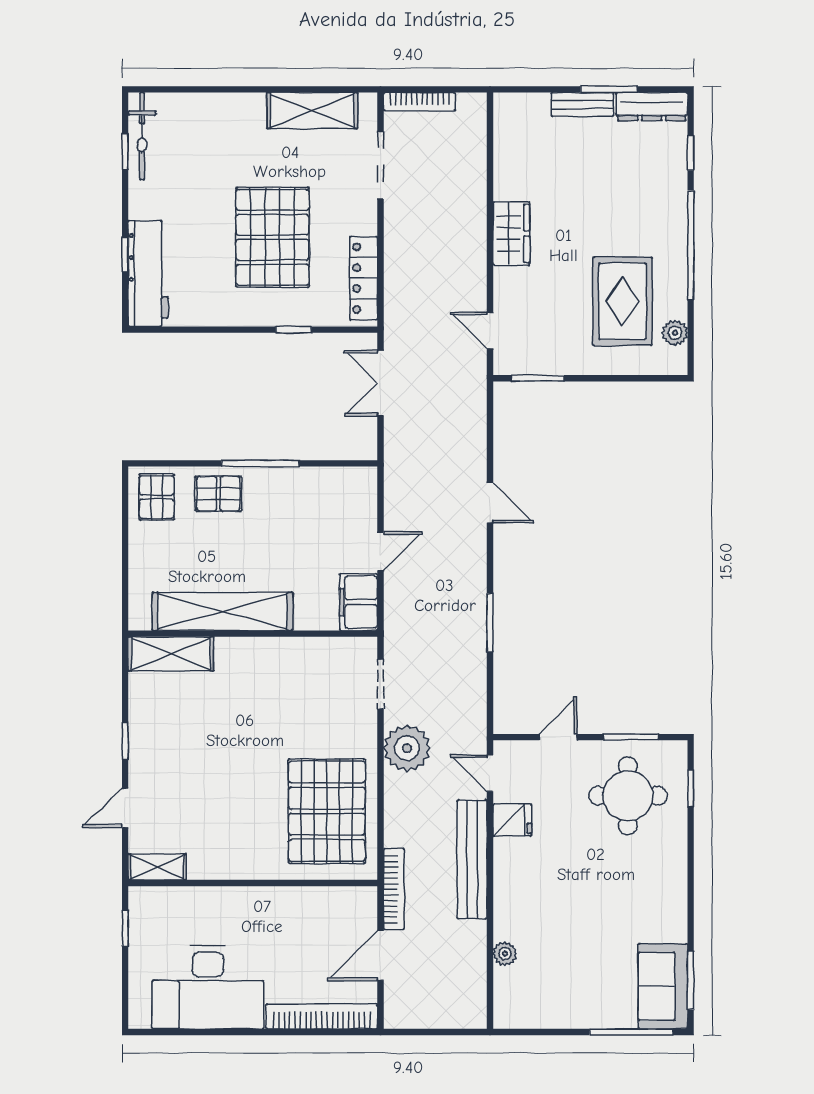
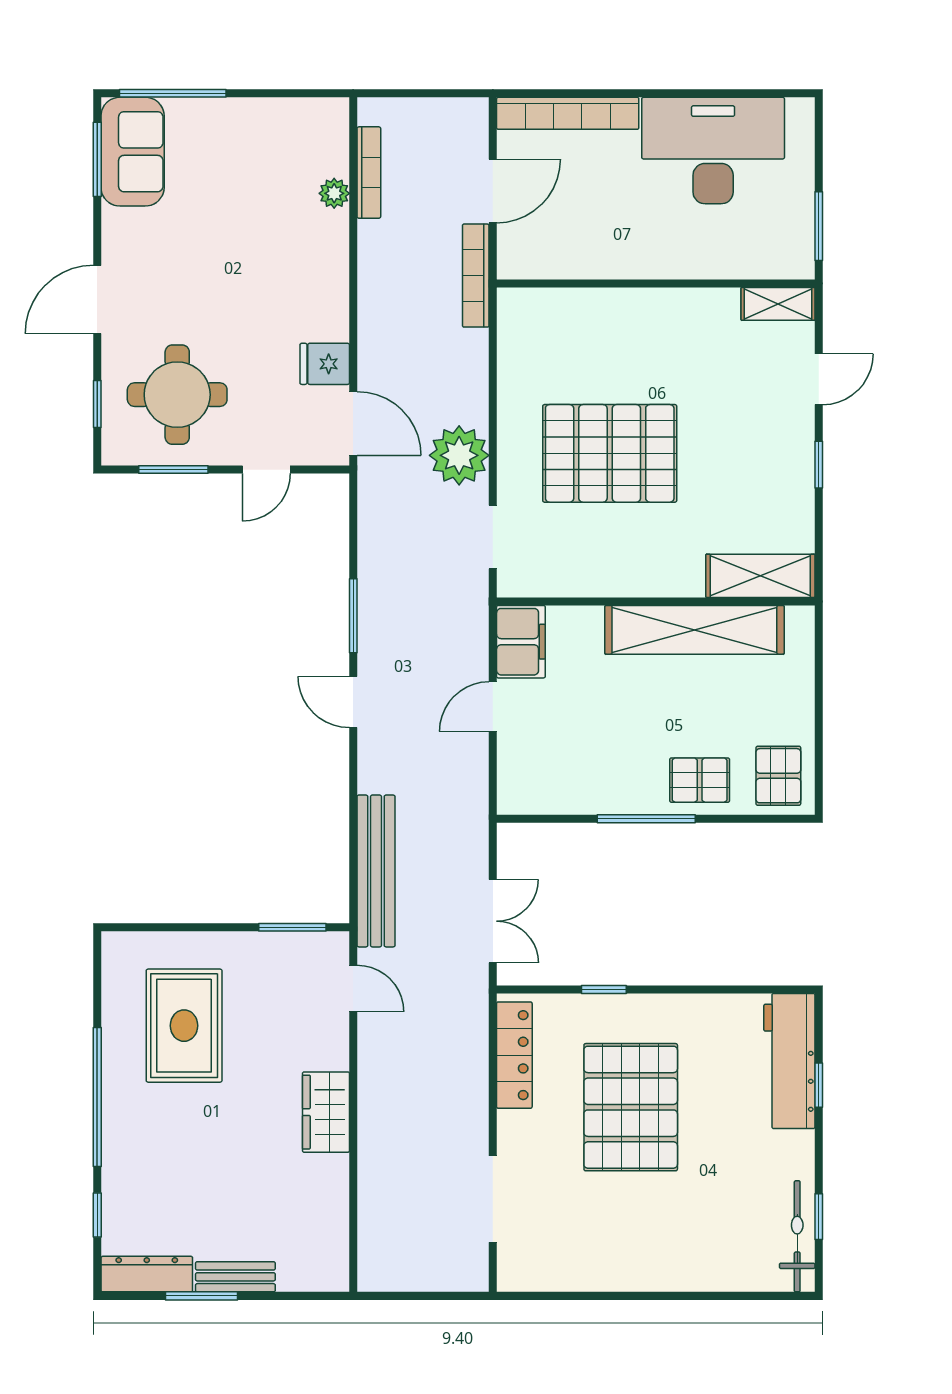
bookcase: (419, 102) -> (369, 173), moved, turned 90
shelving: (312, 111) -> (580, 1269), removed
plant: (675, 333) -> (117, 985), removed
door: (490, 503) -> (353, 702), moved
door: (490, 773) -> (353, 423), width x1.37
pallet: (327, 811) -> (610, 453), moved, turned 90
bench: (472, 859) -> (376, 871), moved
door: (691, 870) -> (97, 299), added
window: (125, 928) -> (819, 226), width x1.50

